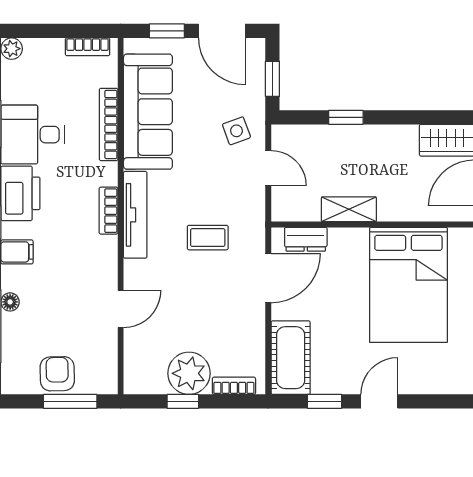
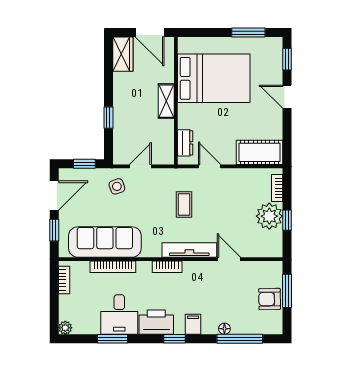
shelving: (349, 209) -> (166, 101), moved
tv unit: (135, 215) -> (189, 250), moved
door: (268, 278) -> (210, 166), width x0.73
window: (325, 401) -> (287, 59), moved

